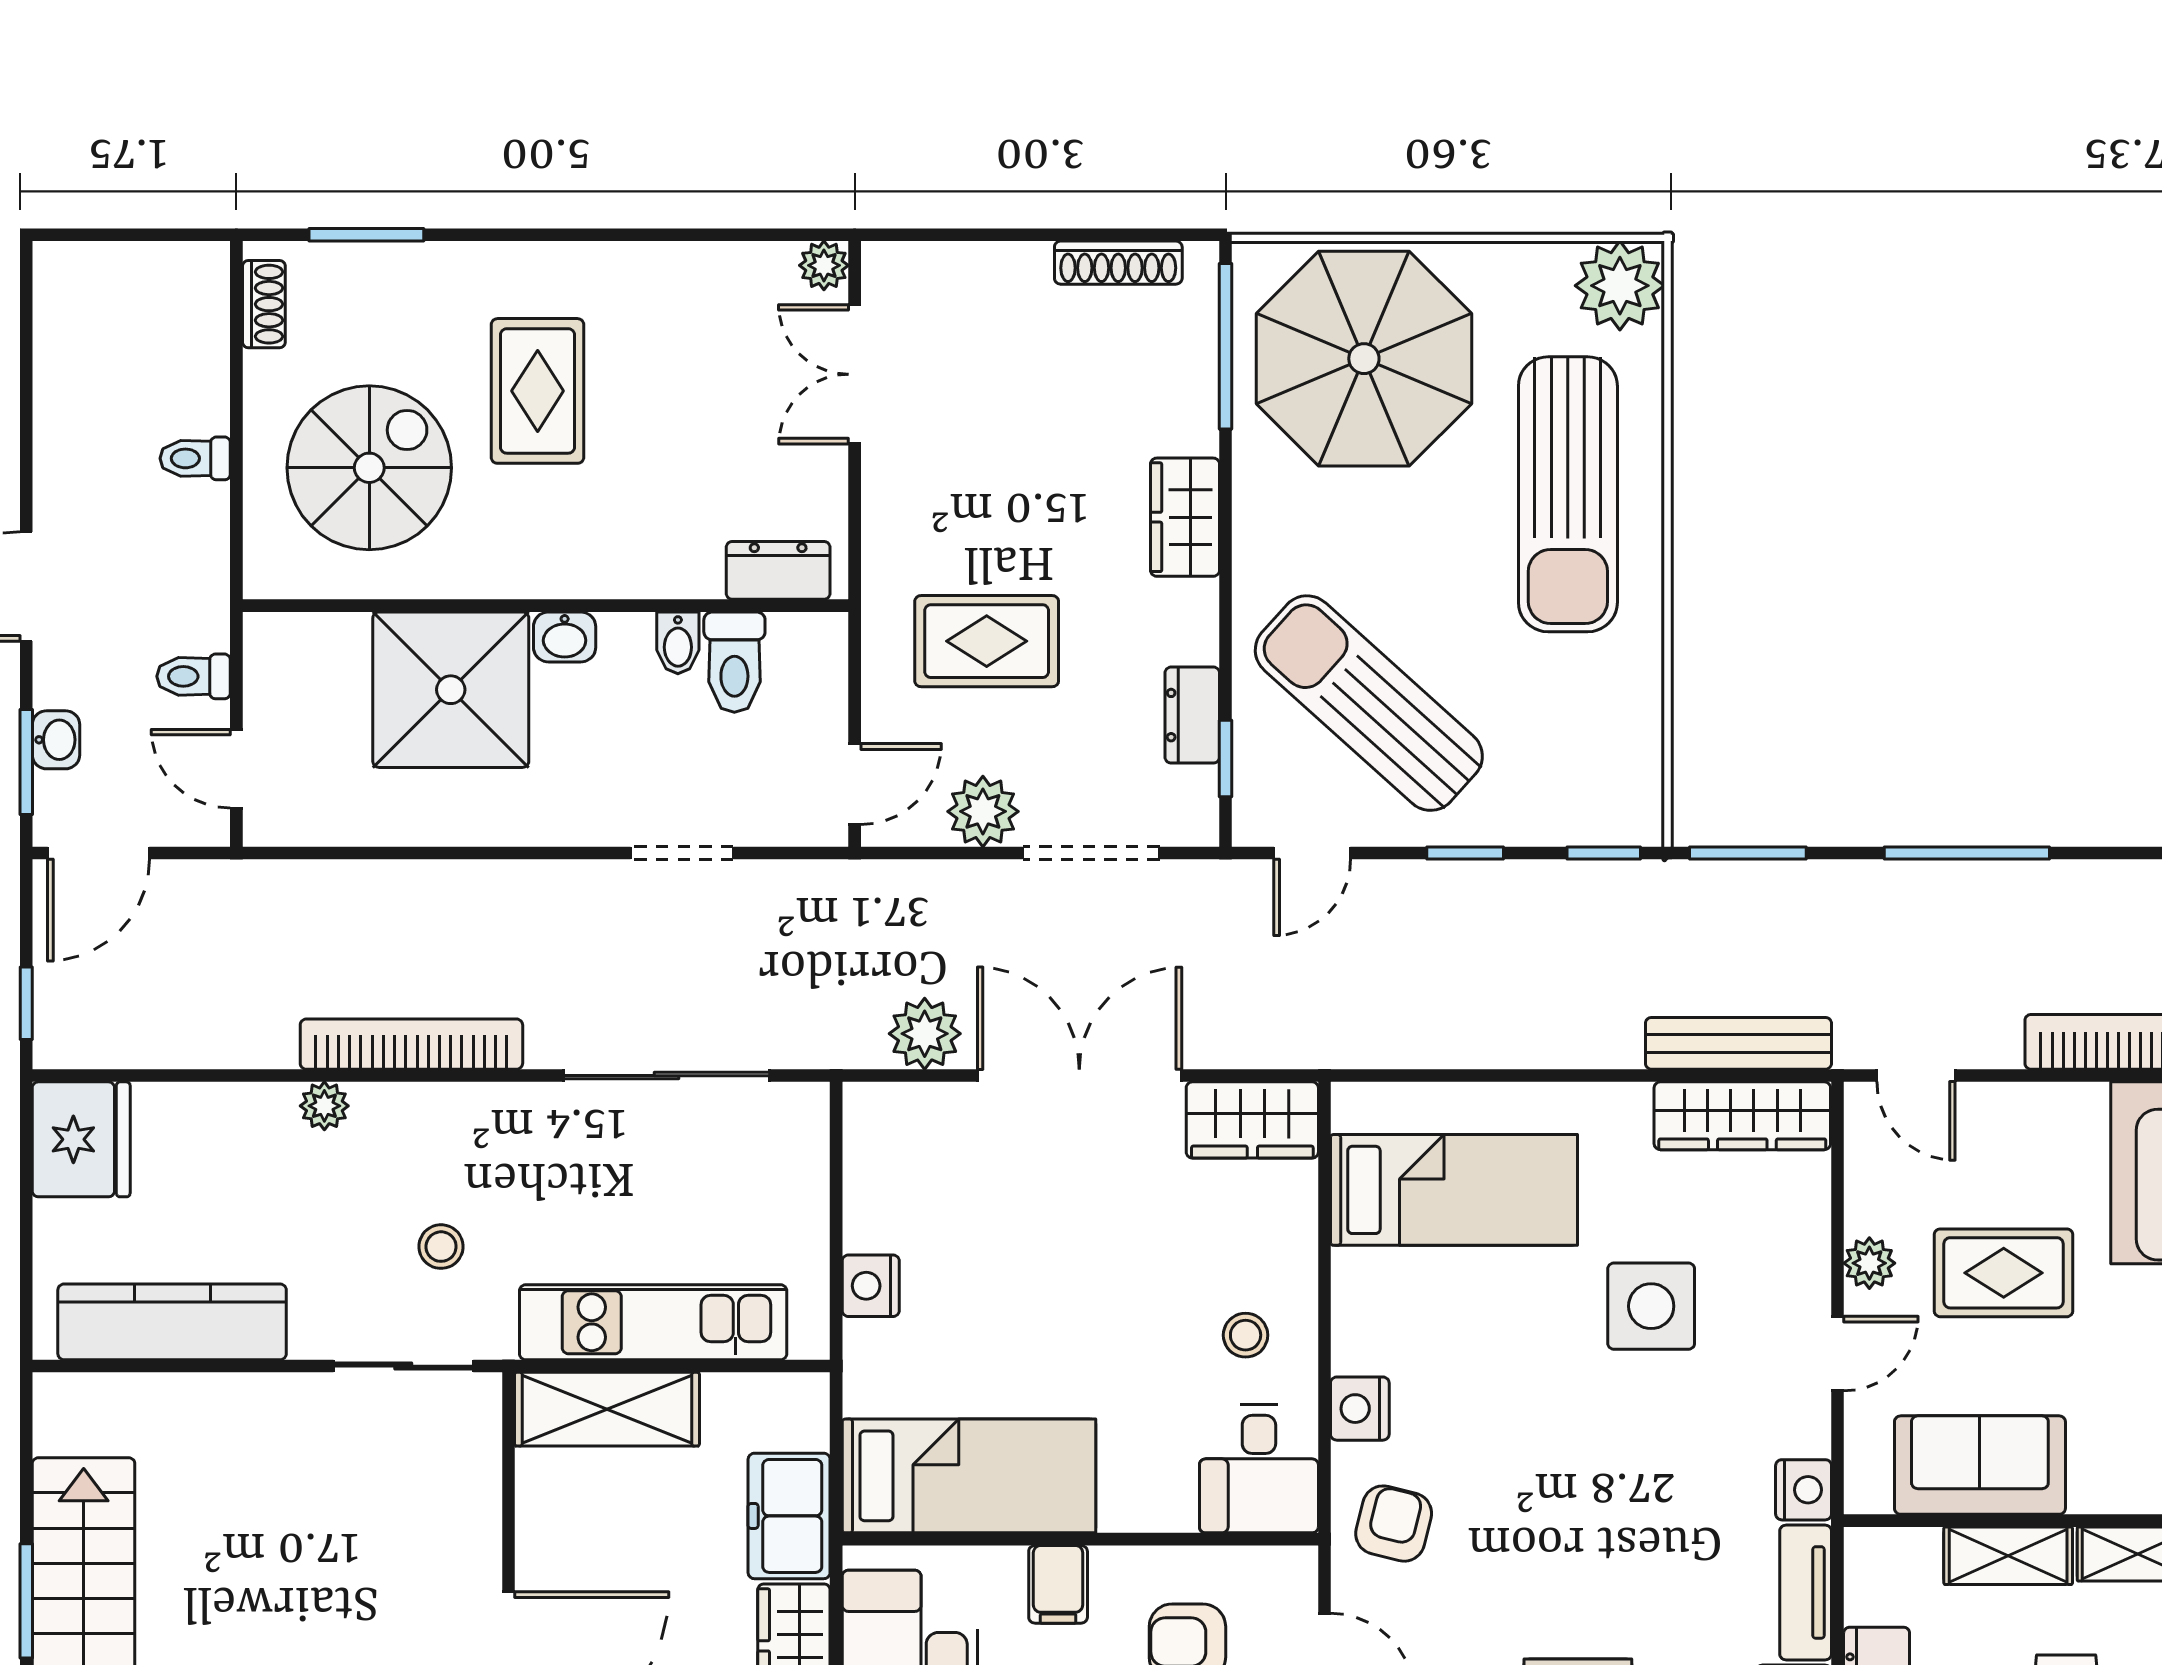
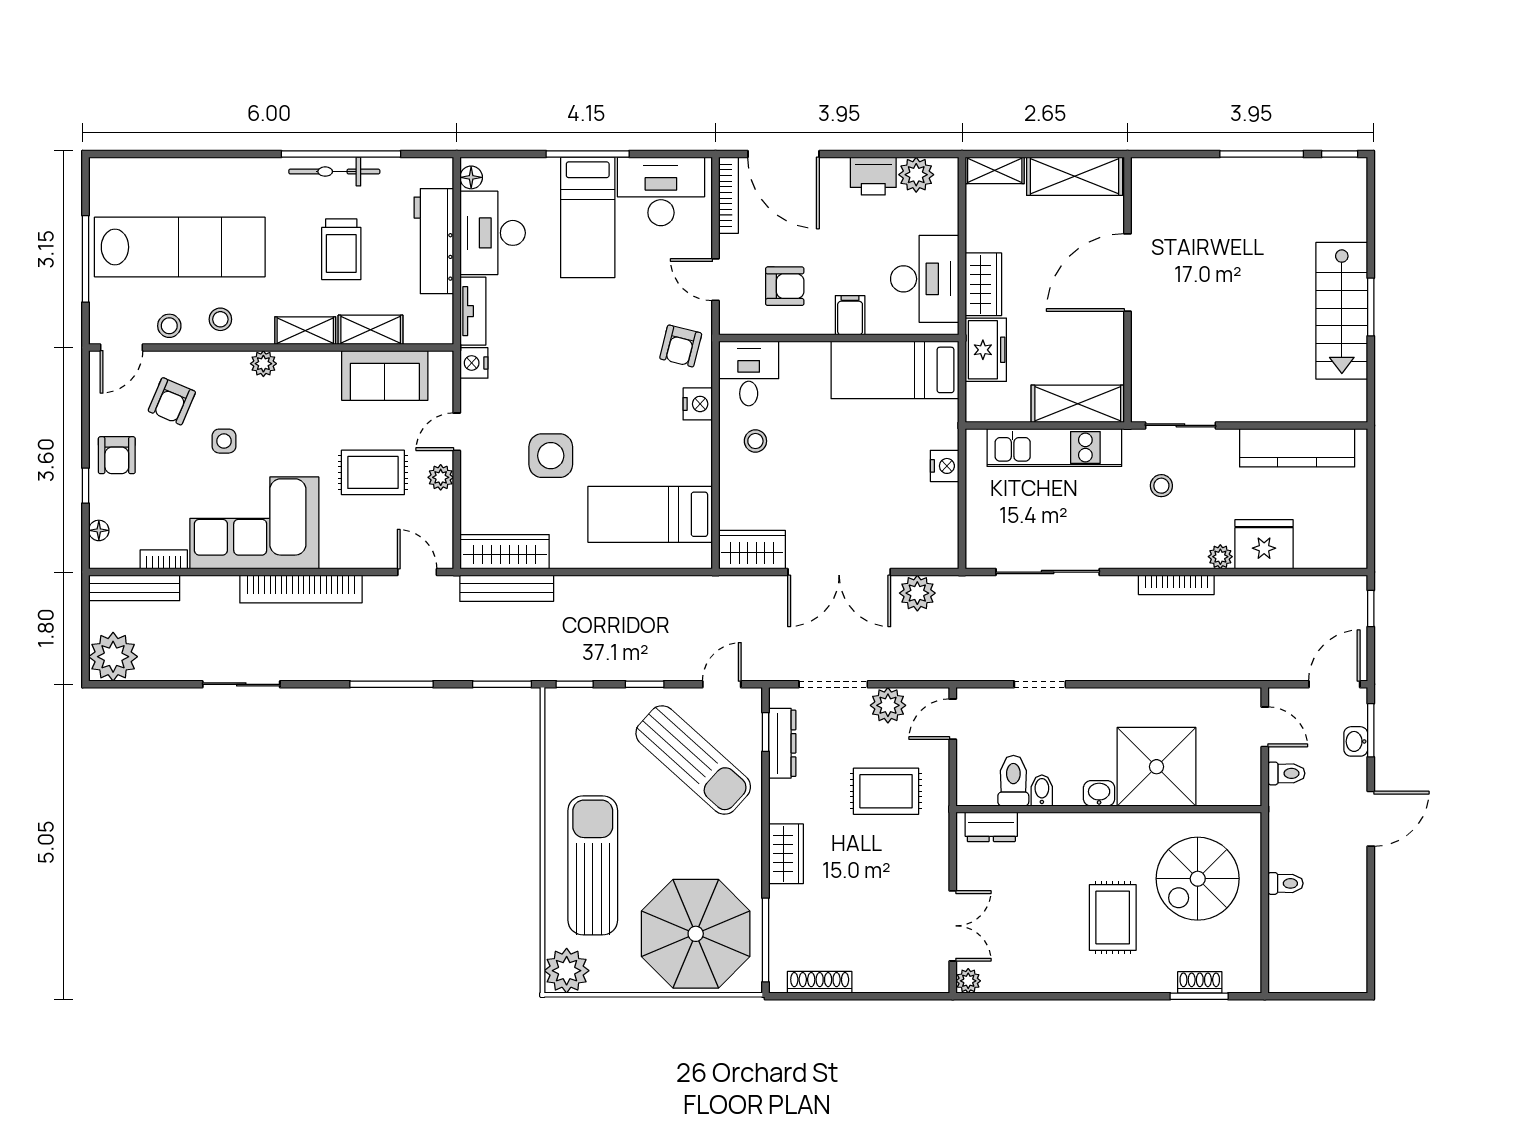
shoe rack: (264, 304) -> (1200, 982), moved, turned 90
dresser: (1192, 715) -> (782, 743), width x1.44
bookcase: (411, 1044) -> (1176, 585), width x0.68, depth x0.76
fridge: (81, 1139) -> (1264, 544), moved, turned 90

